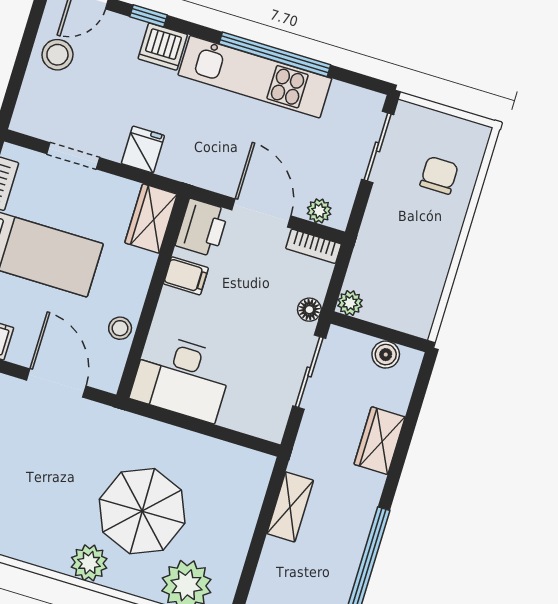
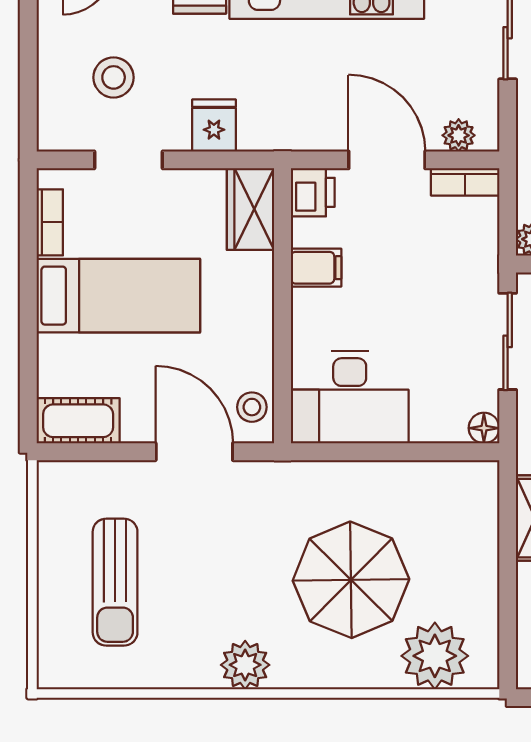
stool: (57, 55) -> (114, 77), moved
printer: (202, 228) -> (313, 192), width x0.73, depth x0.81
floor lamp: (309, 310) -> (484, 428), moved
stool: (120, 328) -> (252, 407), moved
plant: (89, 563) -> (245, 665), moved

